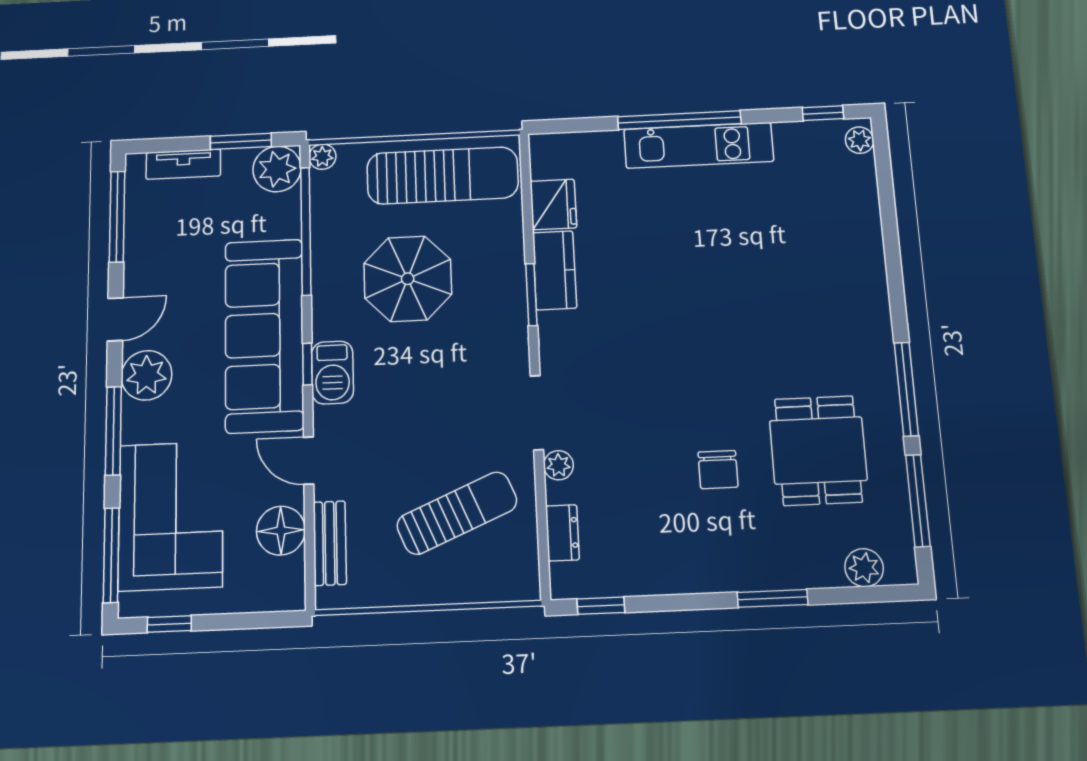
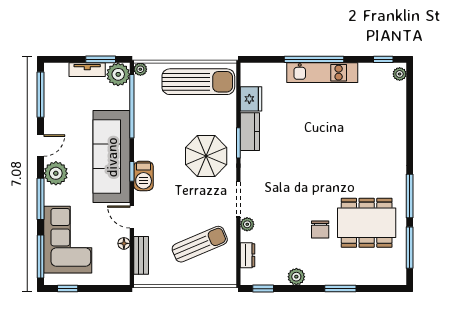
tv unit: (183, 164) -> (87, 70), moved
parasol: (408, 279) -> (206, 156), moved
dining table: (818, 450) -> (367, 223), width x1.38
floor lamp: (281, 531) -> (124, 243), width x0.53, depth x0.53
plant: (864, 568) -> (296, 277), moved

